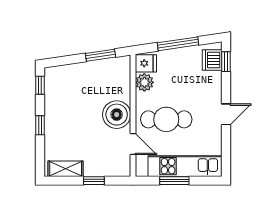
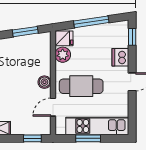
dishwasher: (212, 60) -> (120, 57), moved
boiler: (117, 115) -> (44, 82), width x0.54, depth x0.54
door: (133, 144) -> (53, 107), swing flipped
window: (94, 181) -> (32, 138), moved

